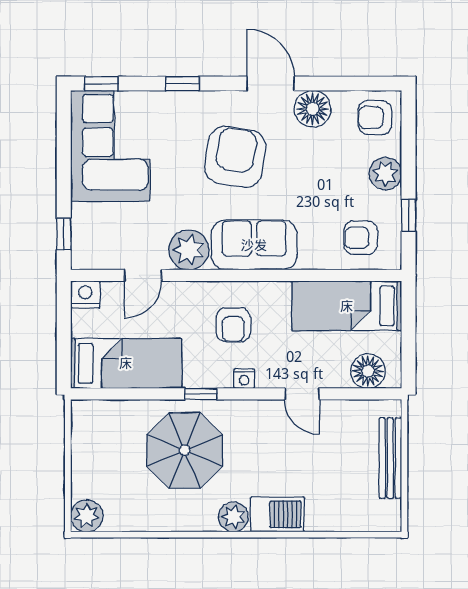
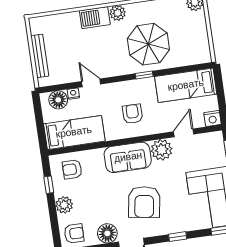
armchair: (361, 238) -> (72, 169), turned 180
nightstand: (244, 379) -> (73, 94), moved

